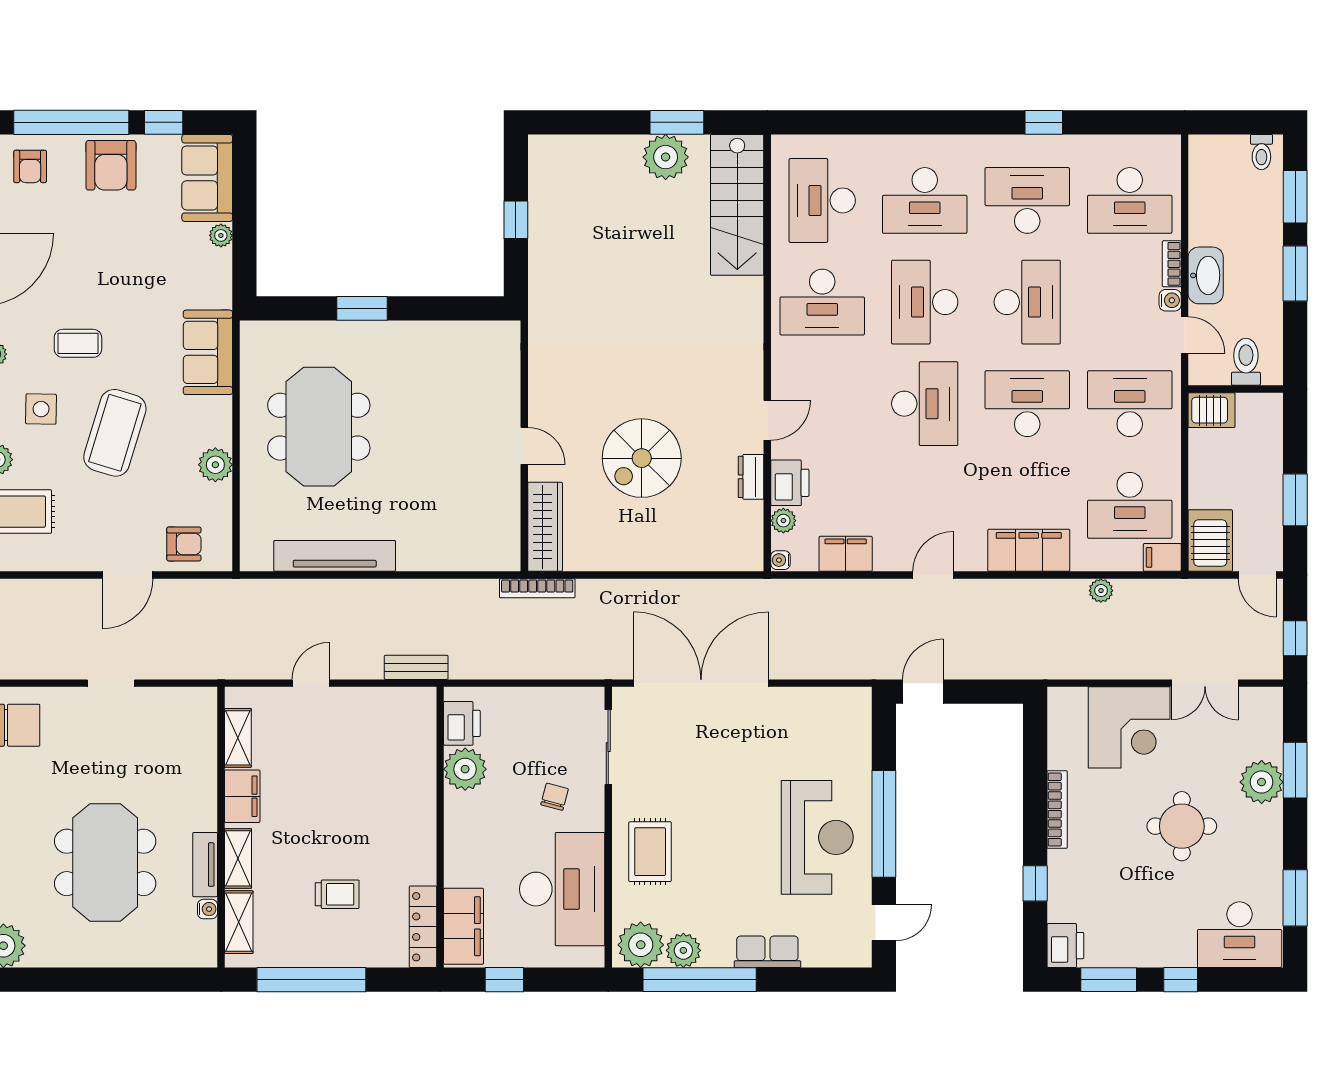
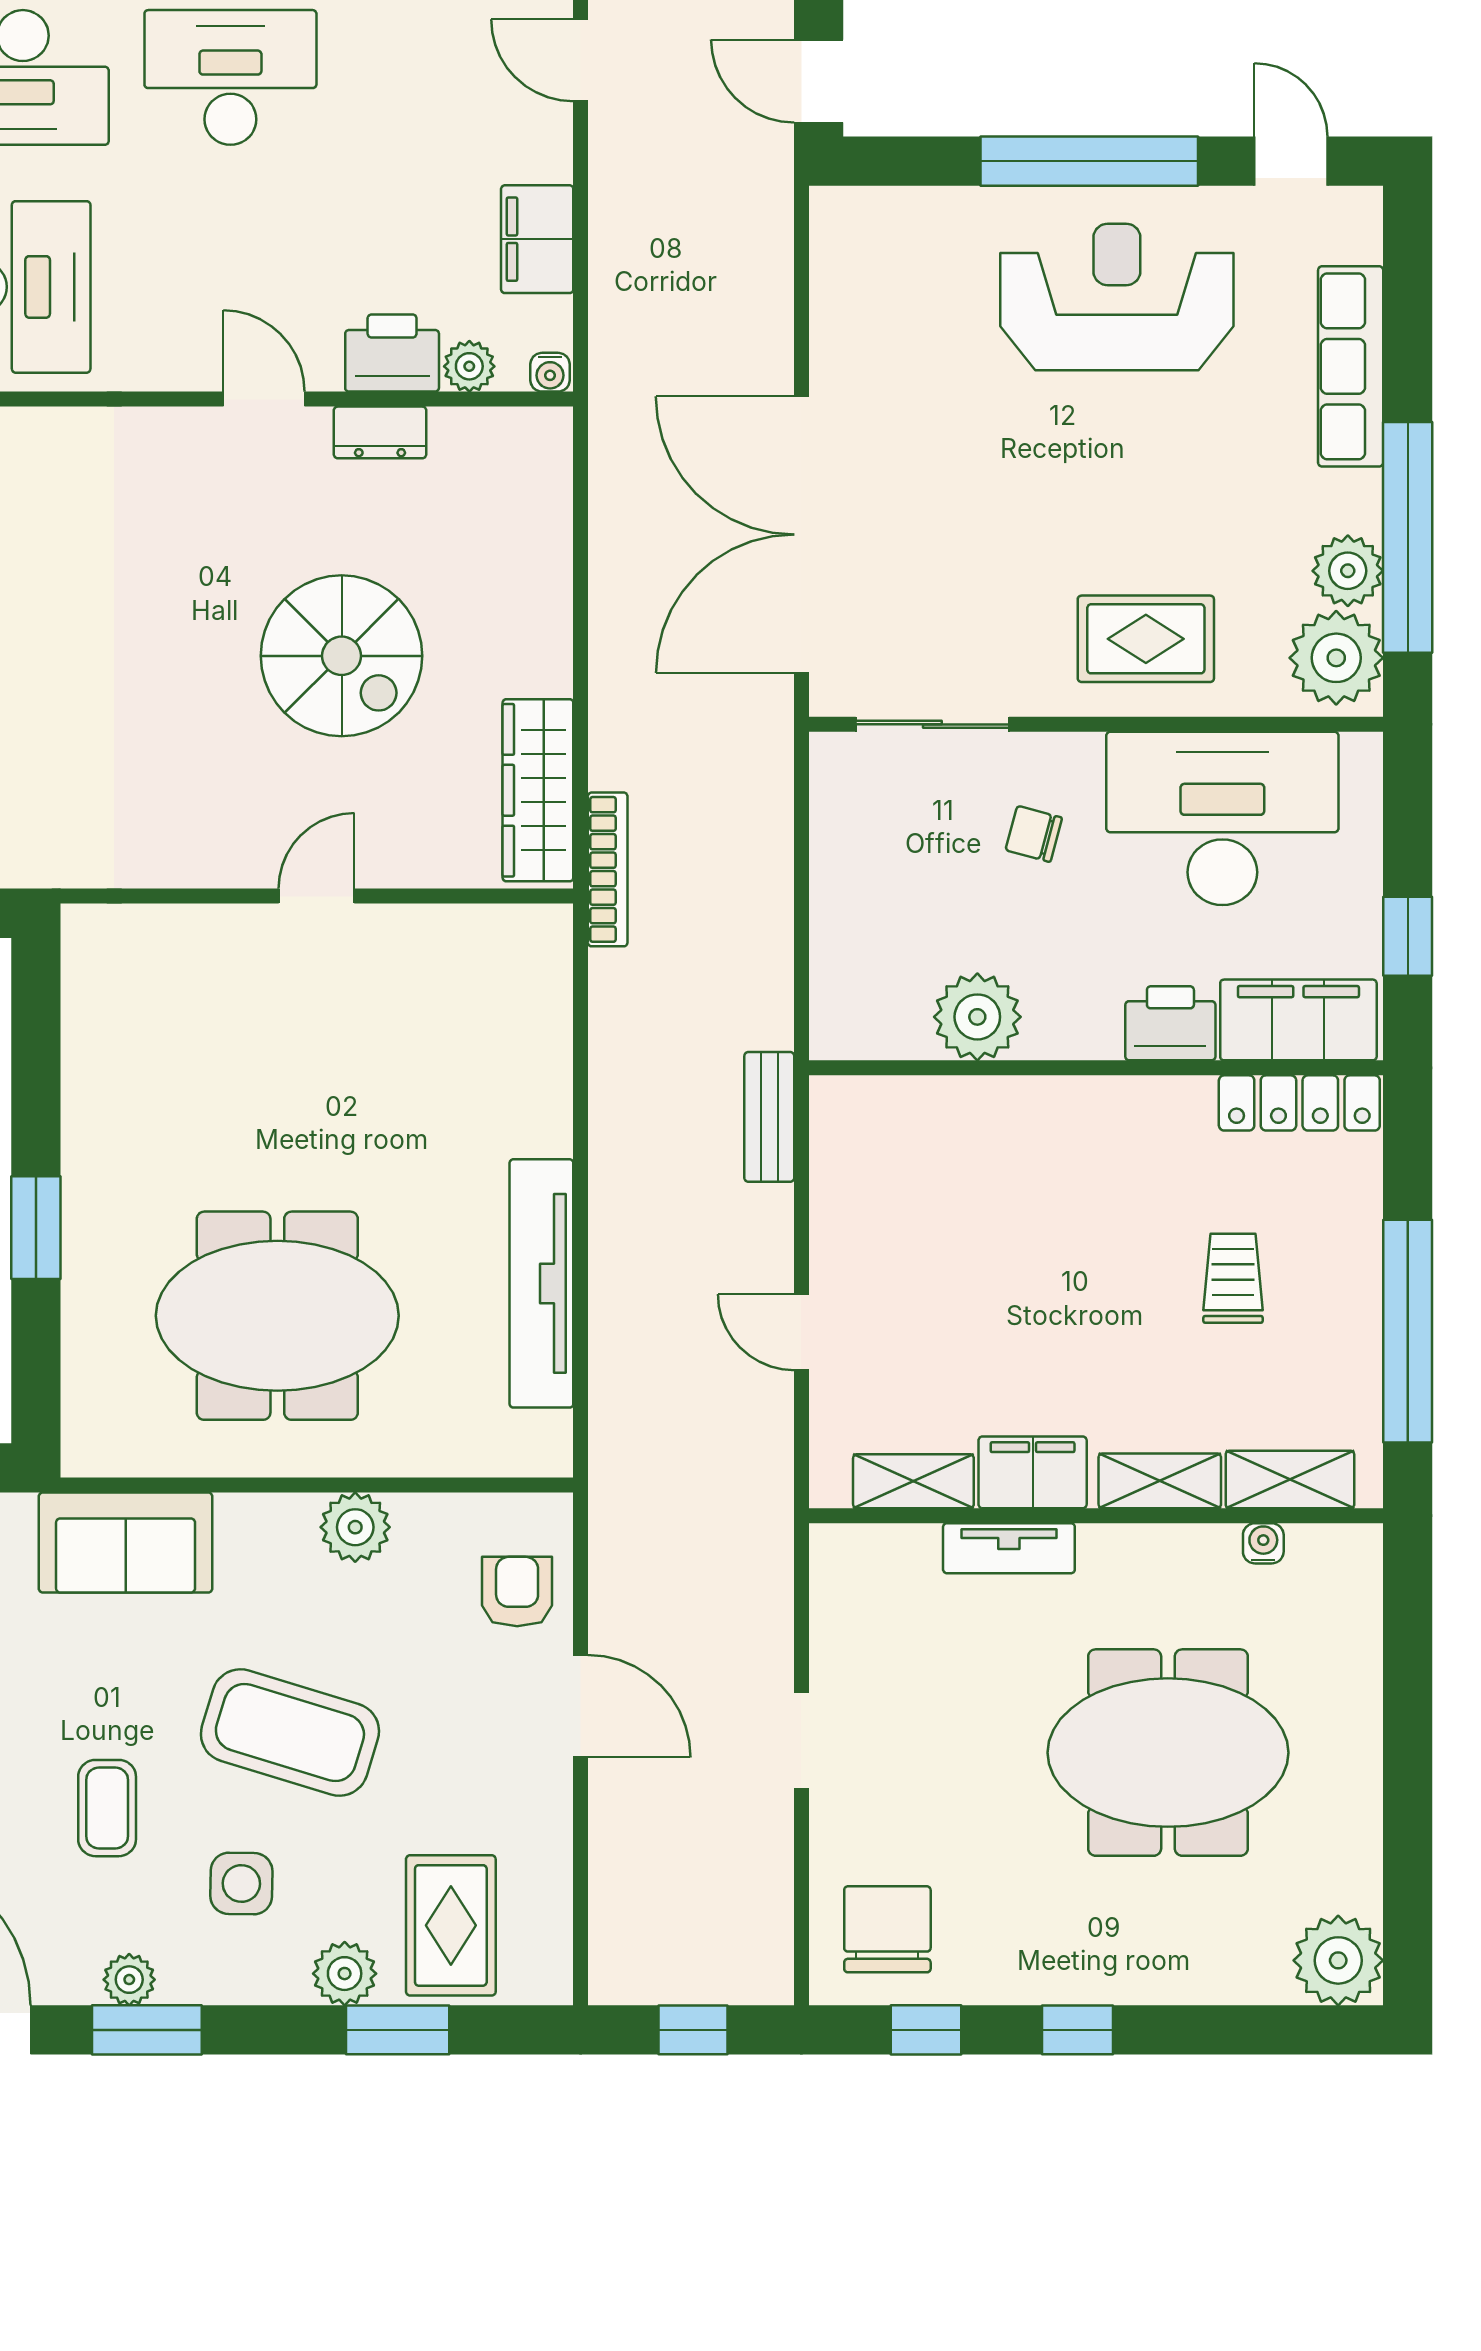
wardrobe: (545, 527) -> (538, 790), moved, turned -90
printer: (462, 723) -> (1170, 1023), moved
tv unit: (205, 865) -> (1009, 1548), moved
row of seats: (767, 952) -> (1351, 366), width x1.48

